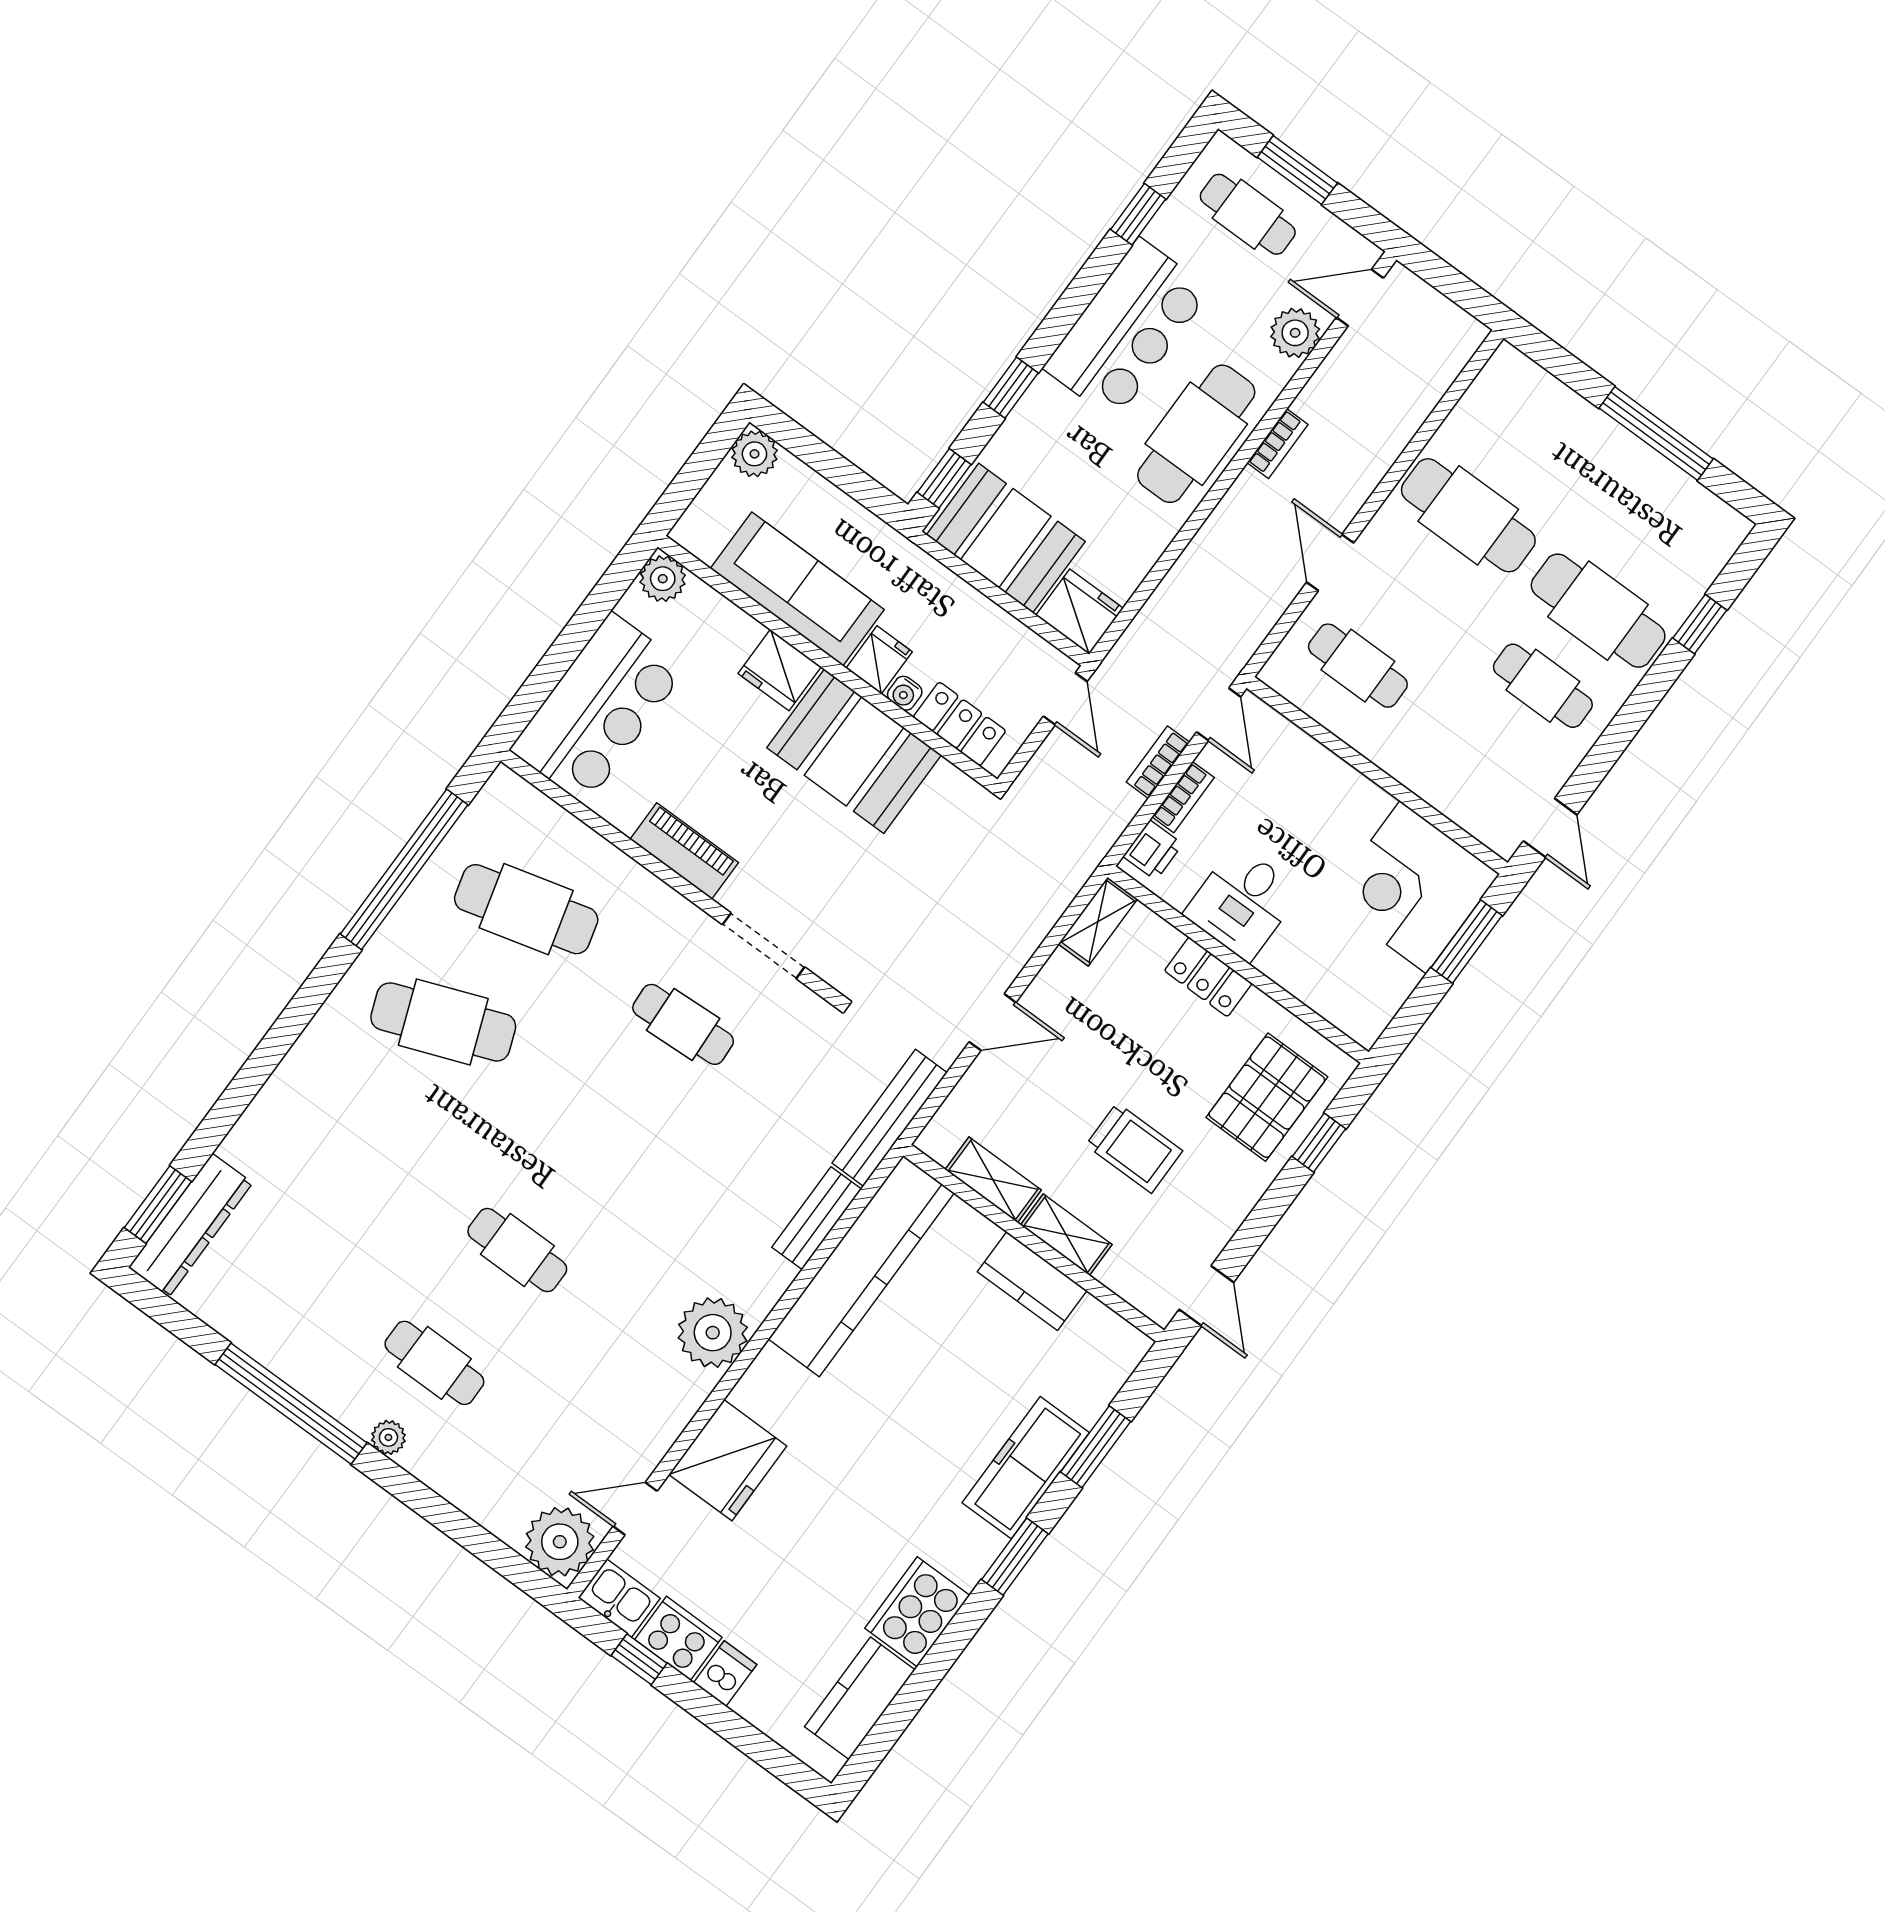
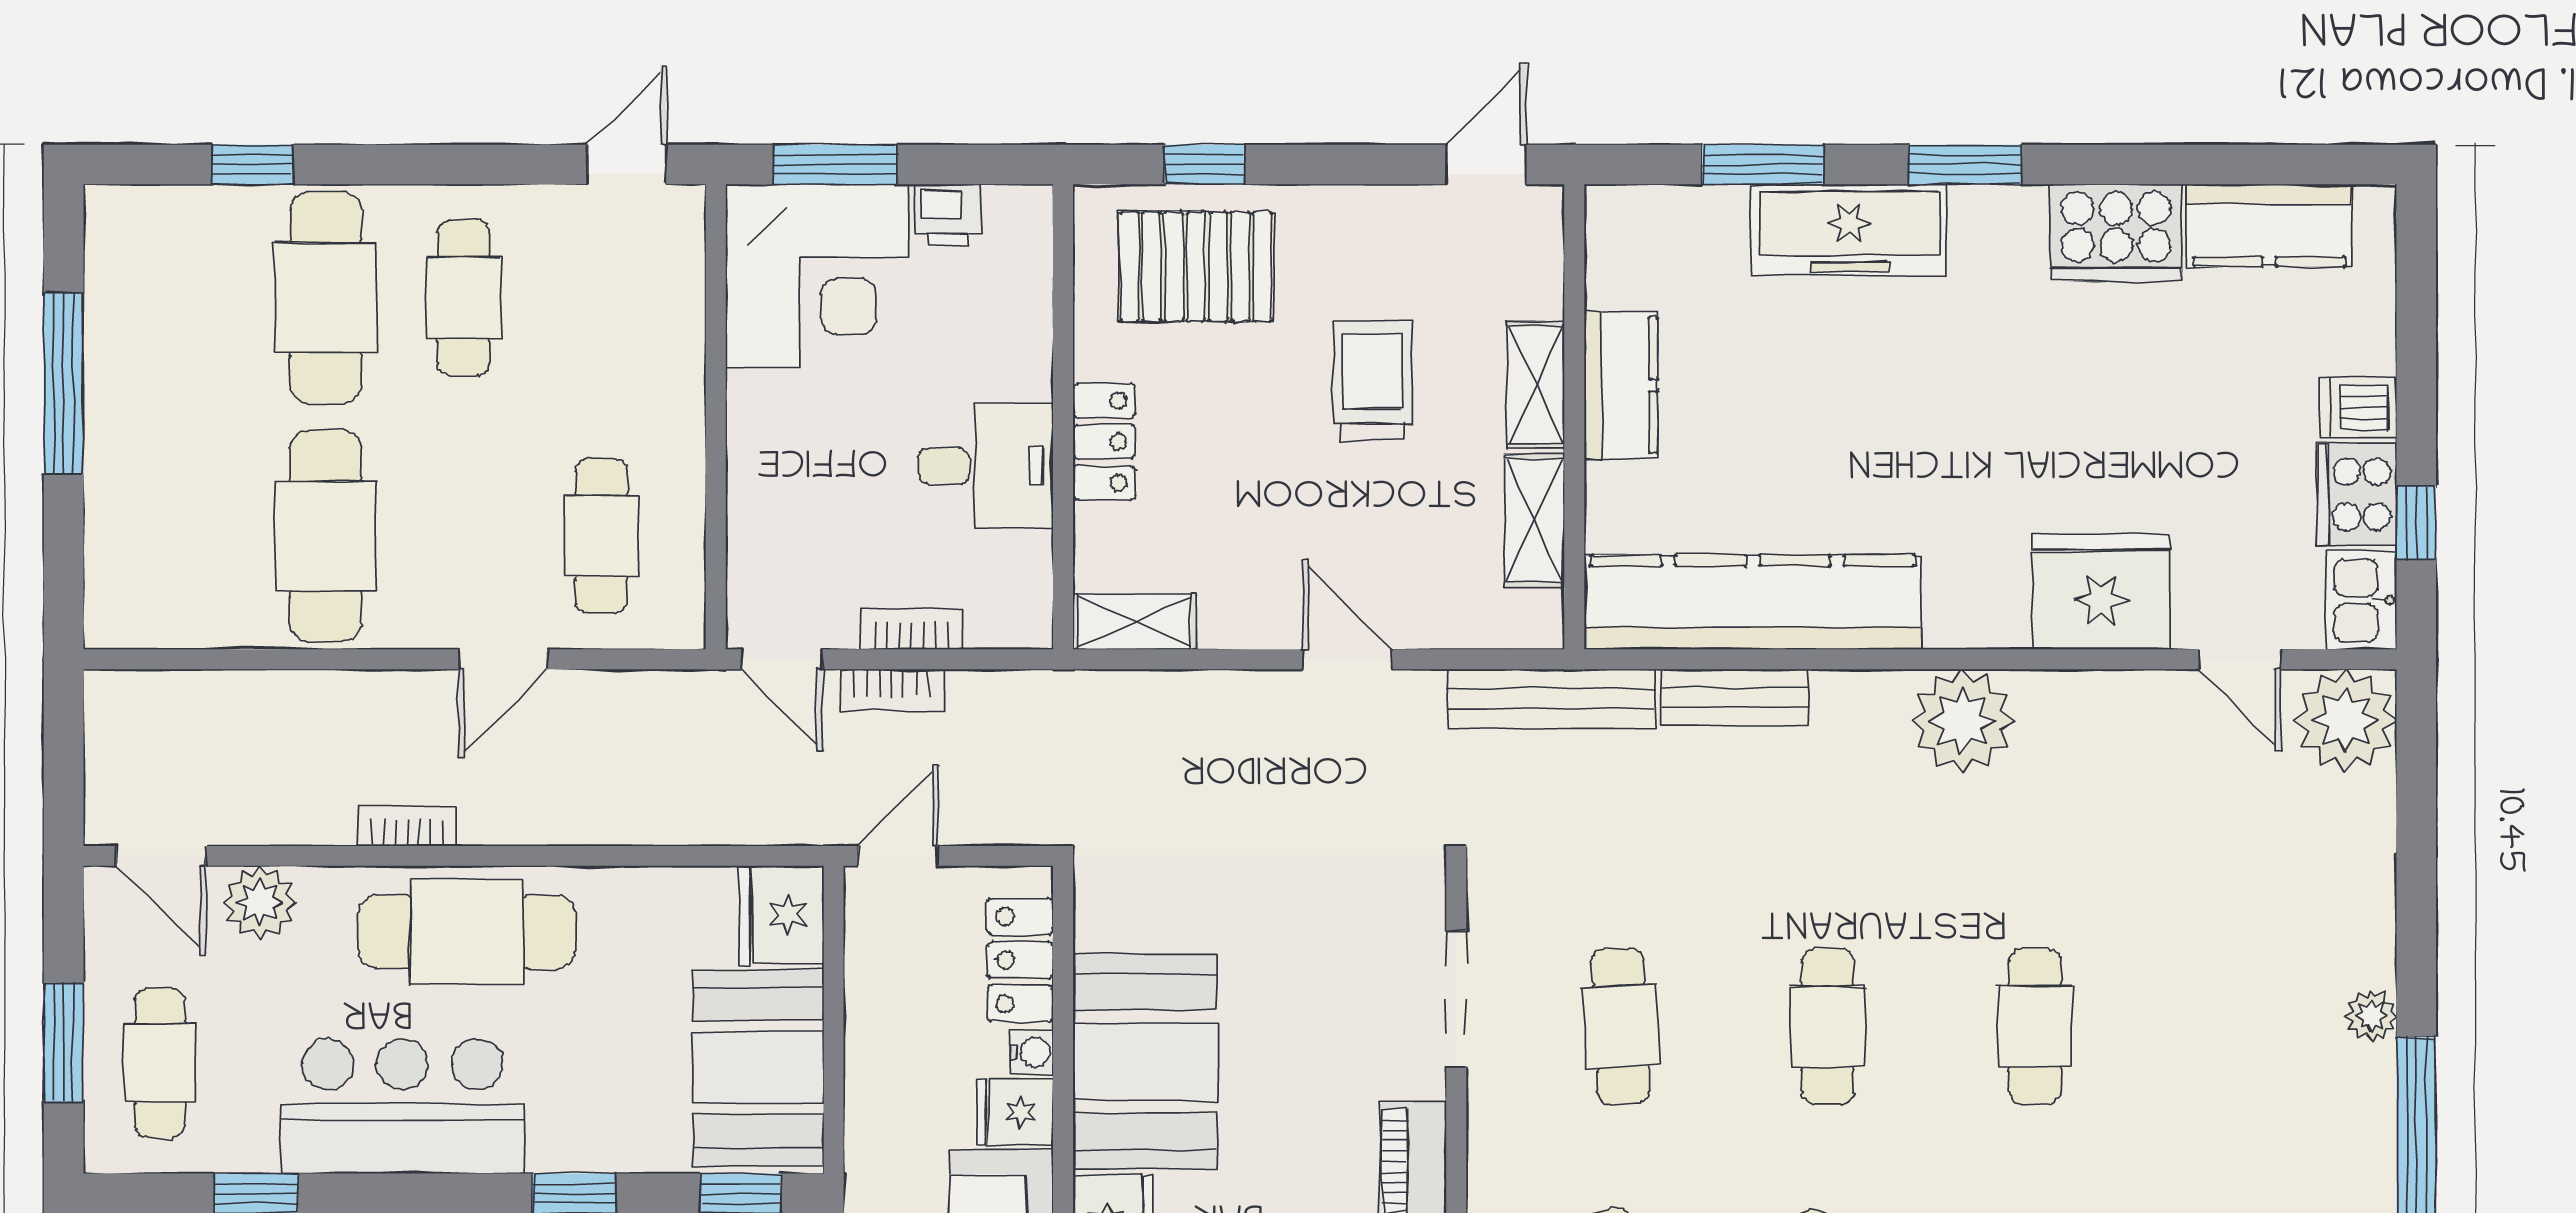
door: (1219, 714) -> (782, 659), swing flipped
printer: (1153, 850) -> (948, 215), moved, turned 180
cafe table: (434, 1363) -> (1828, 1026), moved

